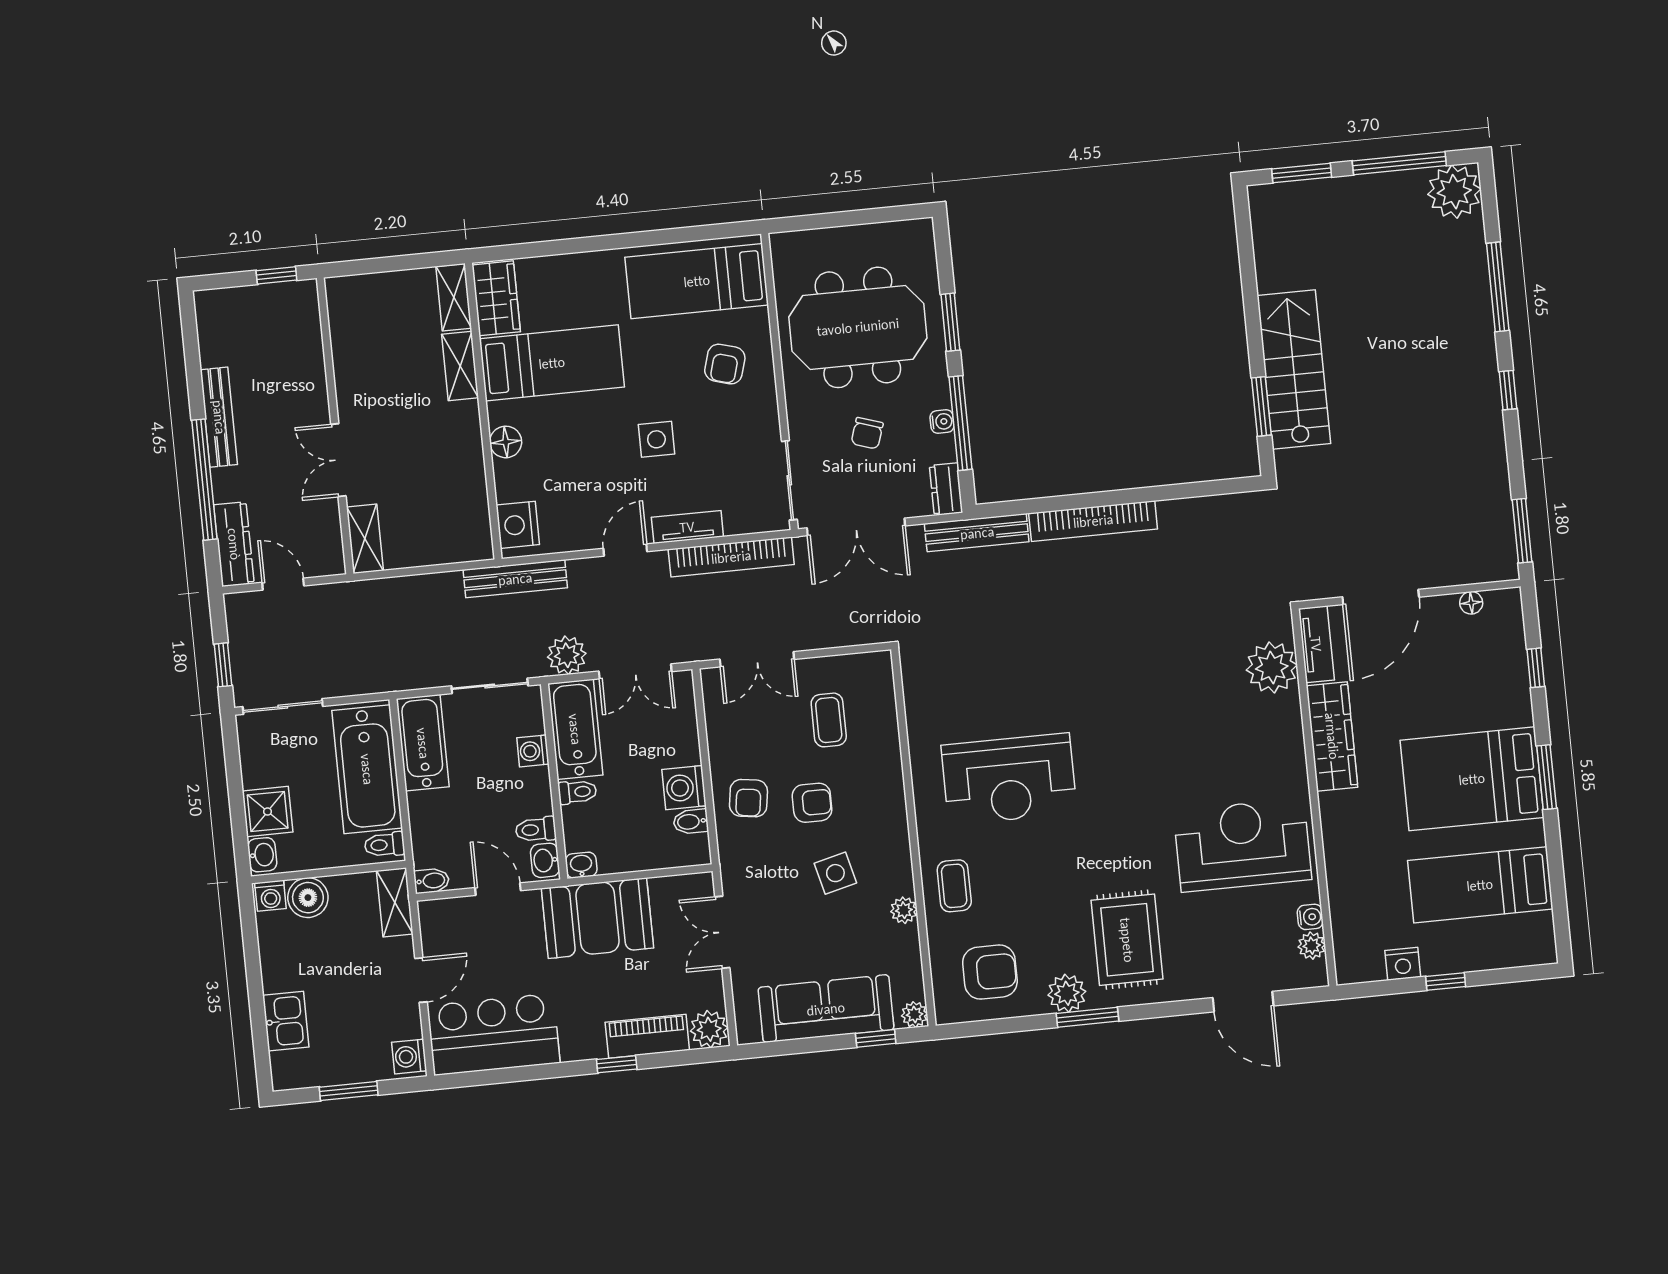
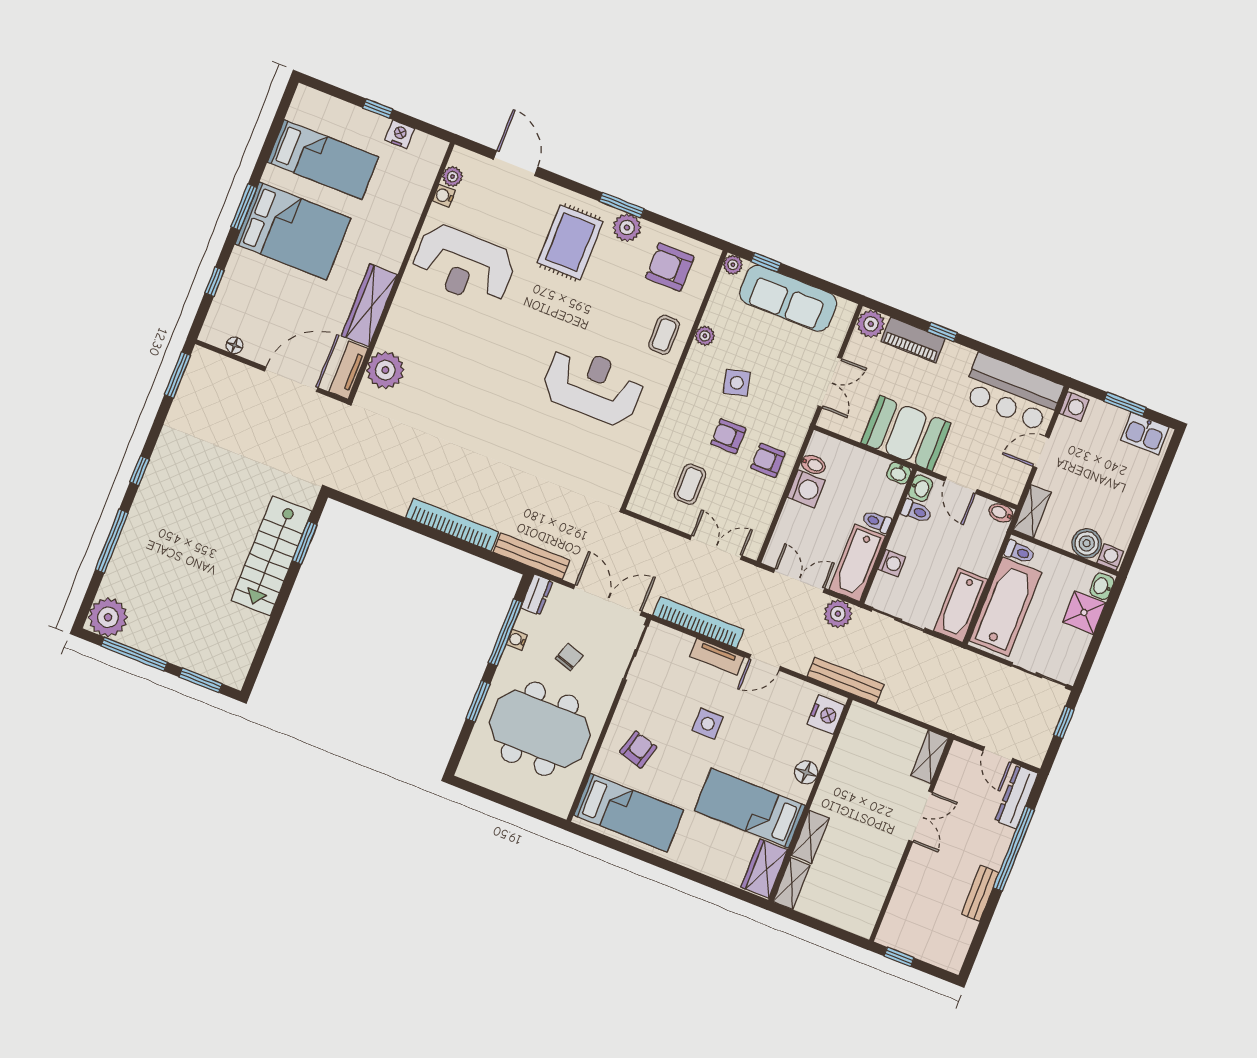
bench: (219, 417) -> (980, 893), width x0.73
armchair: (748, 798) -> (768, 460), turned -98
kitchen sink: (286, 1021) -> (1145, 434), moved, turned -90

